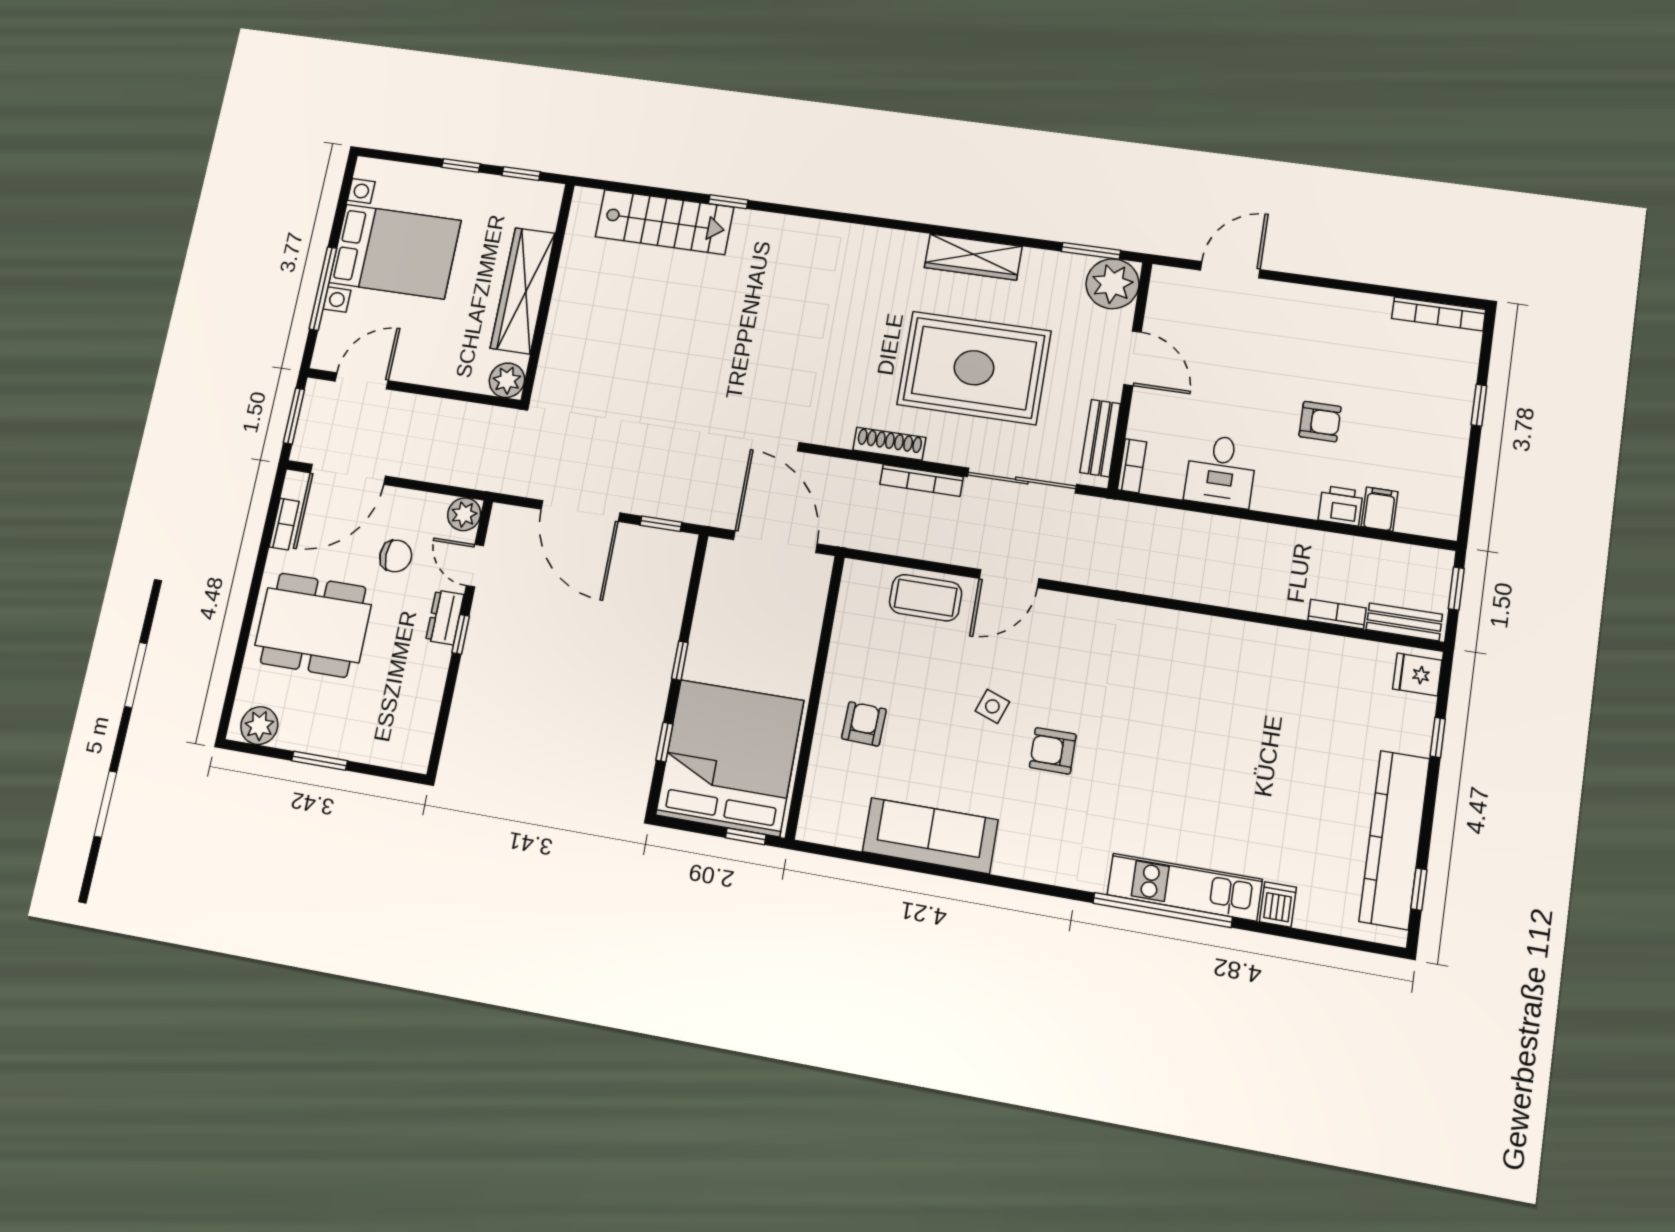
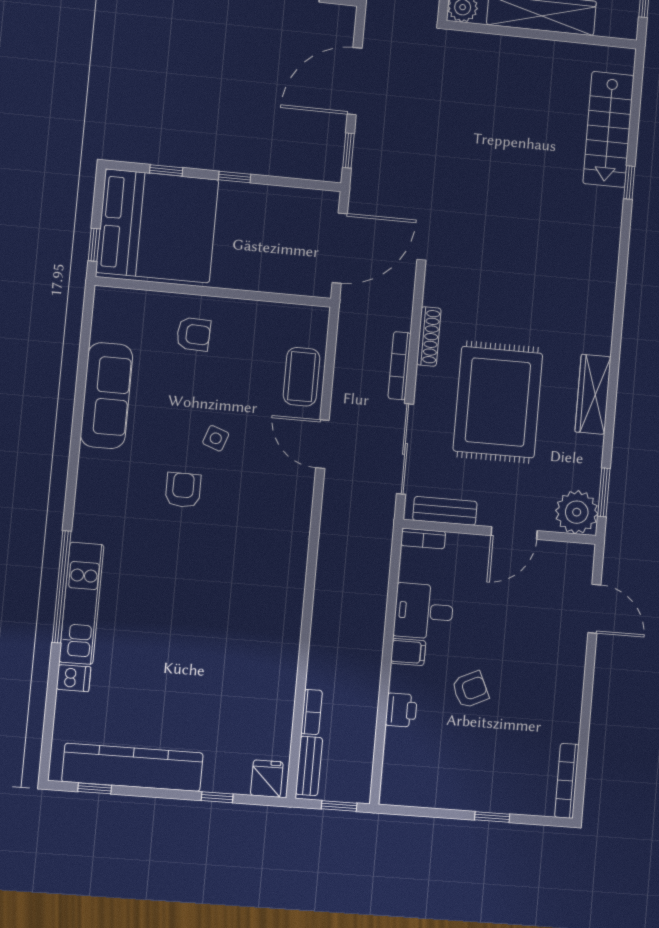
armchair: (1320, 422) -> (470, 690), turned -115
filing cabinet: (1380, 509) -> (408, 652), moved

